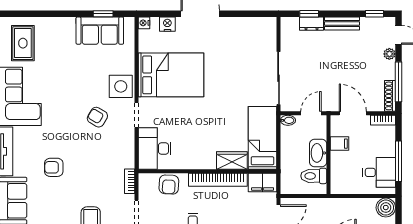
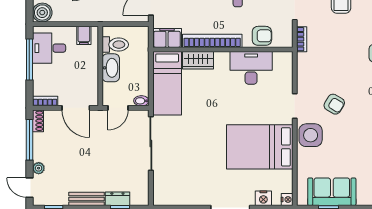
shoe rack: (390, 96) -> (38, 121), width x0.70
filing cabinet: (340, 144) -> (84, 35), moved, turned -90
desk: (155, 148) -> (251, 68), moved, turned -90
armchair: (169, 185) -> (262, 36), turned 87

